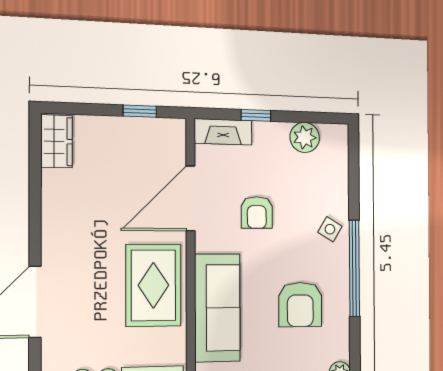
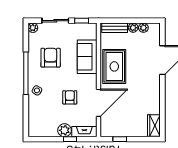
plant: (305, 137) -> (64, 130), moved
sofa: (217, 308) -> (87, 57), width x0.73

